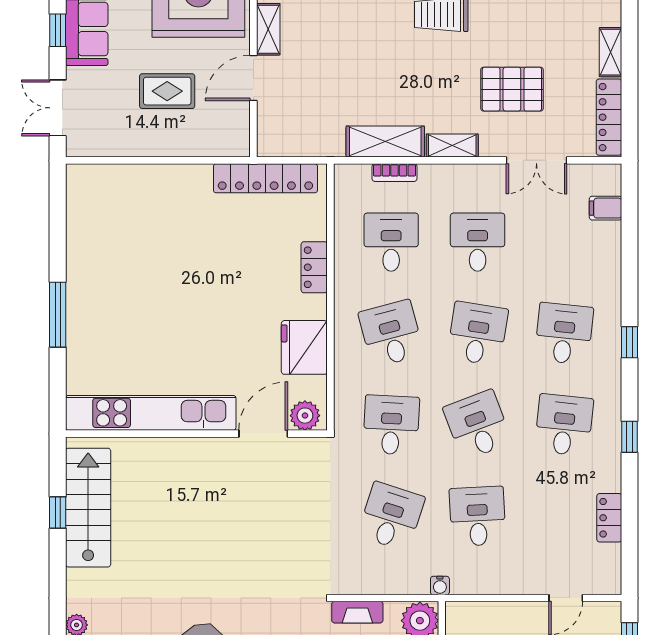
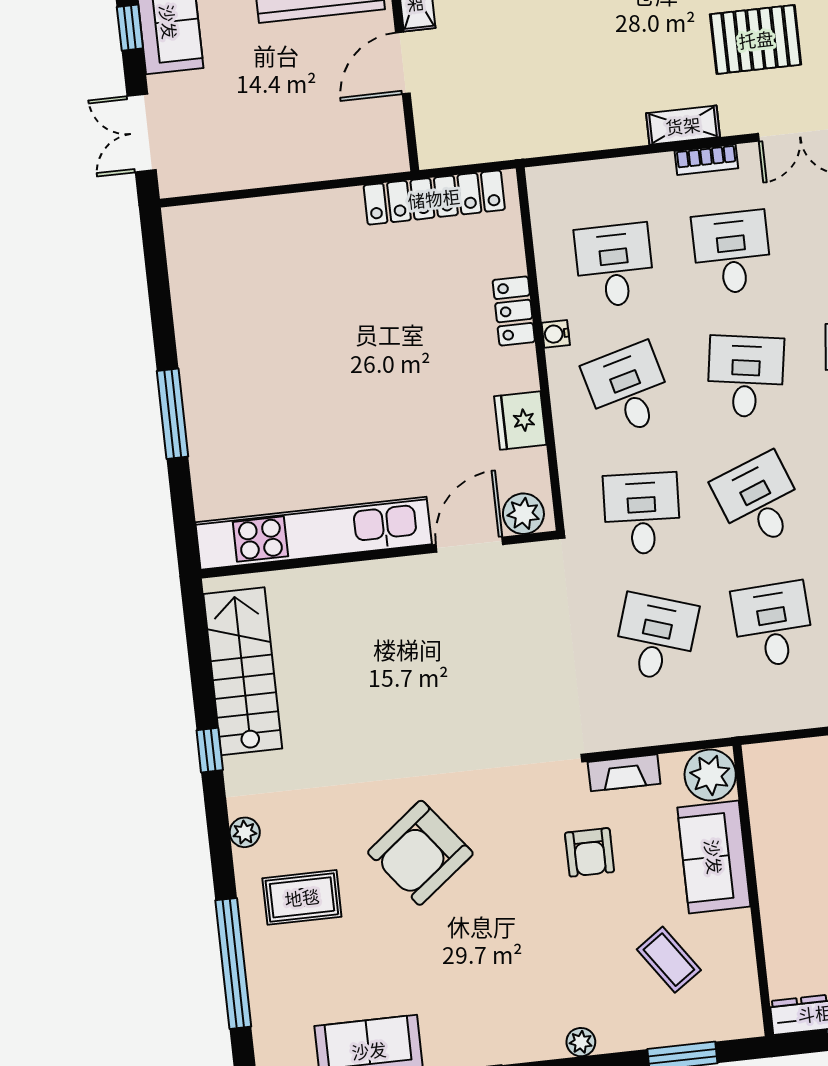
rug: (167, 91) -> (288, 94), removed
shelving: (385, 142) -> (591, 130), removed
bookcase: (395, 173) -> (706, 160), moved
fridge: (304, 347) -> (520, 421), width x0.73, depth x0.75
window: (58, 513) -> (210, 750), moved
water cooler: (440, 586) -> (556, 334), moved, turned 90

